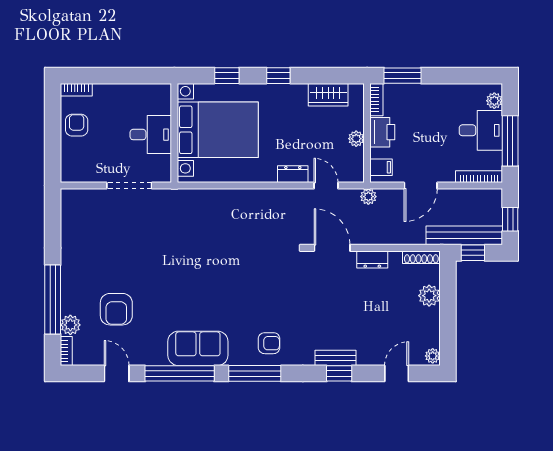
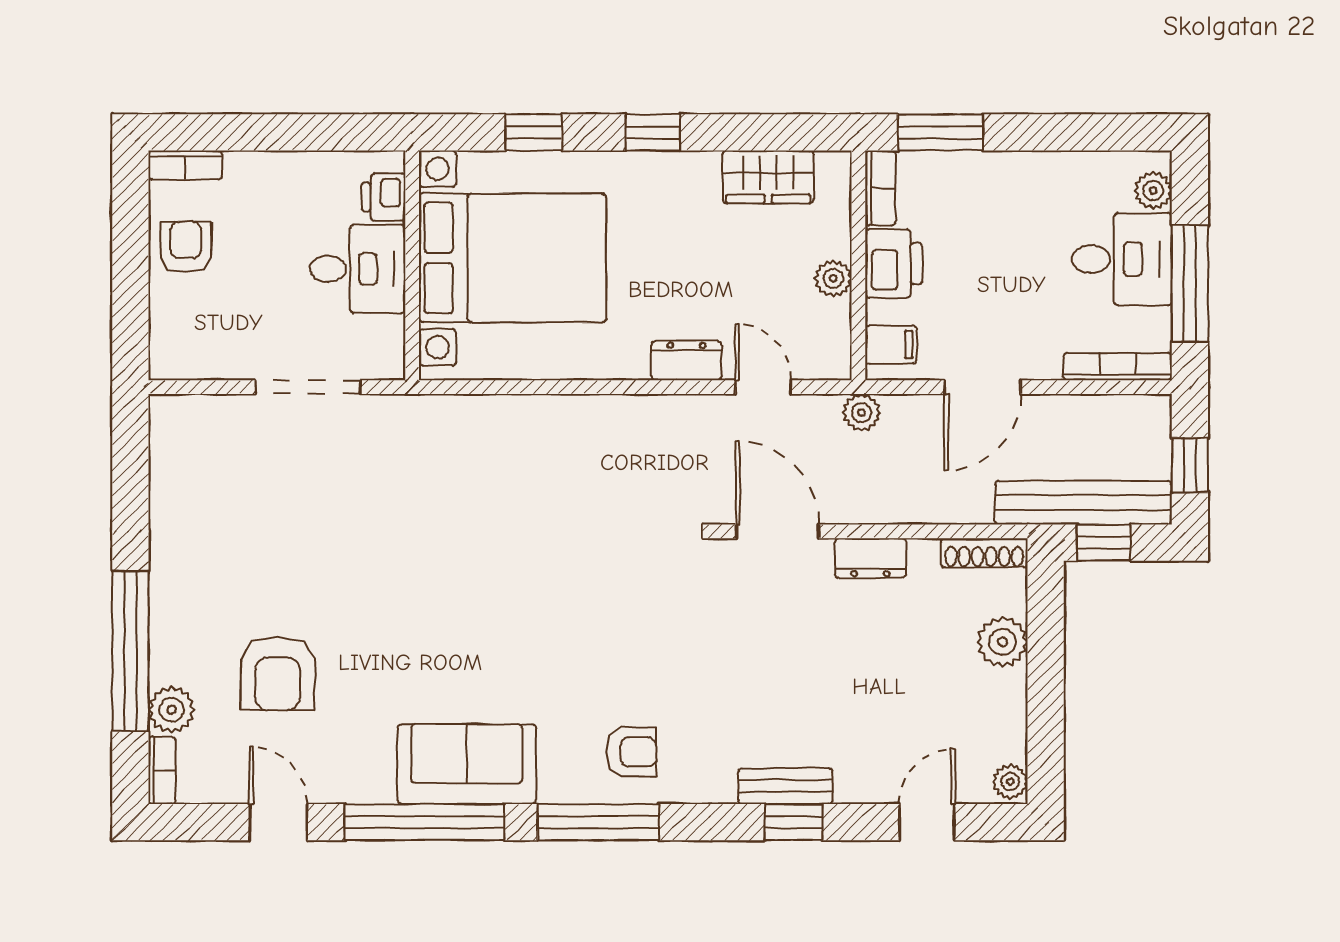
printer: (162, 103) -> (384, 197), added

